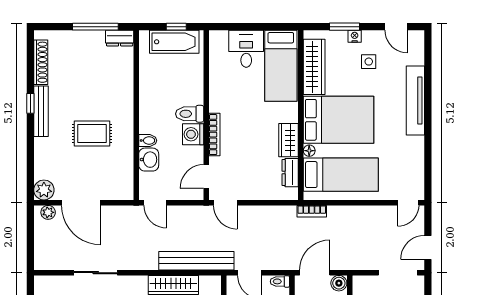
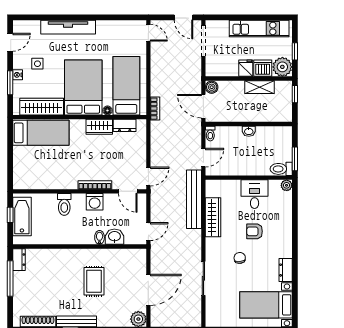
desk: (246, 49) -> (27, 160), removed
toilet: (190, 114) -> (64, 204), moved
plant: (48, 212) -> (156, 316), removed

